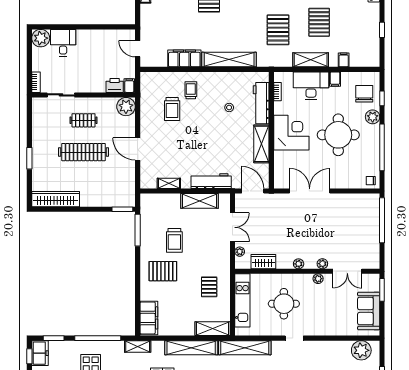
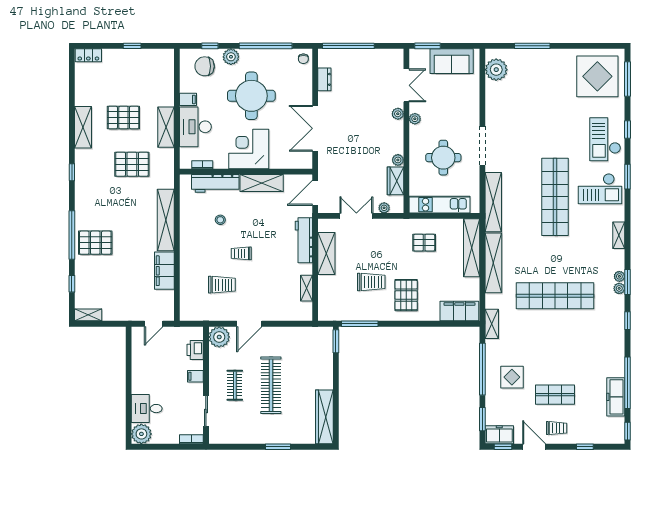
filing cabinet: (344, 60) -> (166, 90), removed
filing cabinet: (129, 86) -> (195, 376), moved
trolley: (191, 90) -> (241, 253), moved
door: (138, 149) -> (249, 324), moved
dresser: (353, 199) -> (324, 79), added
plant: (299, 264) -> (398, 160), moved
shelving: (213, 329) -> (472, 248), width x1.47
doorway: (294, 338) -> (482, 146), width x1.87

